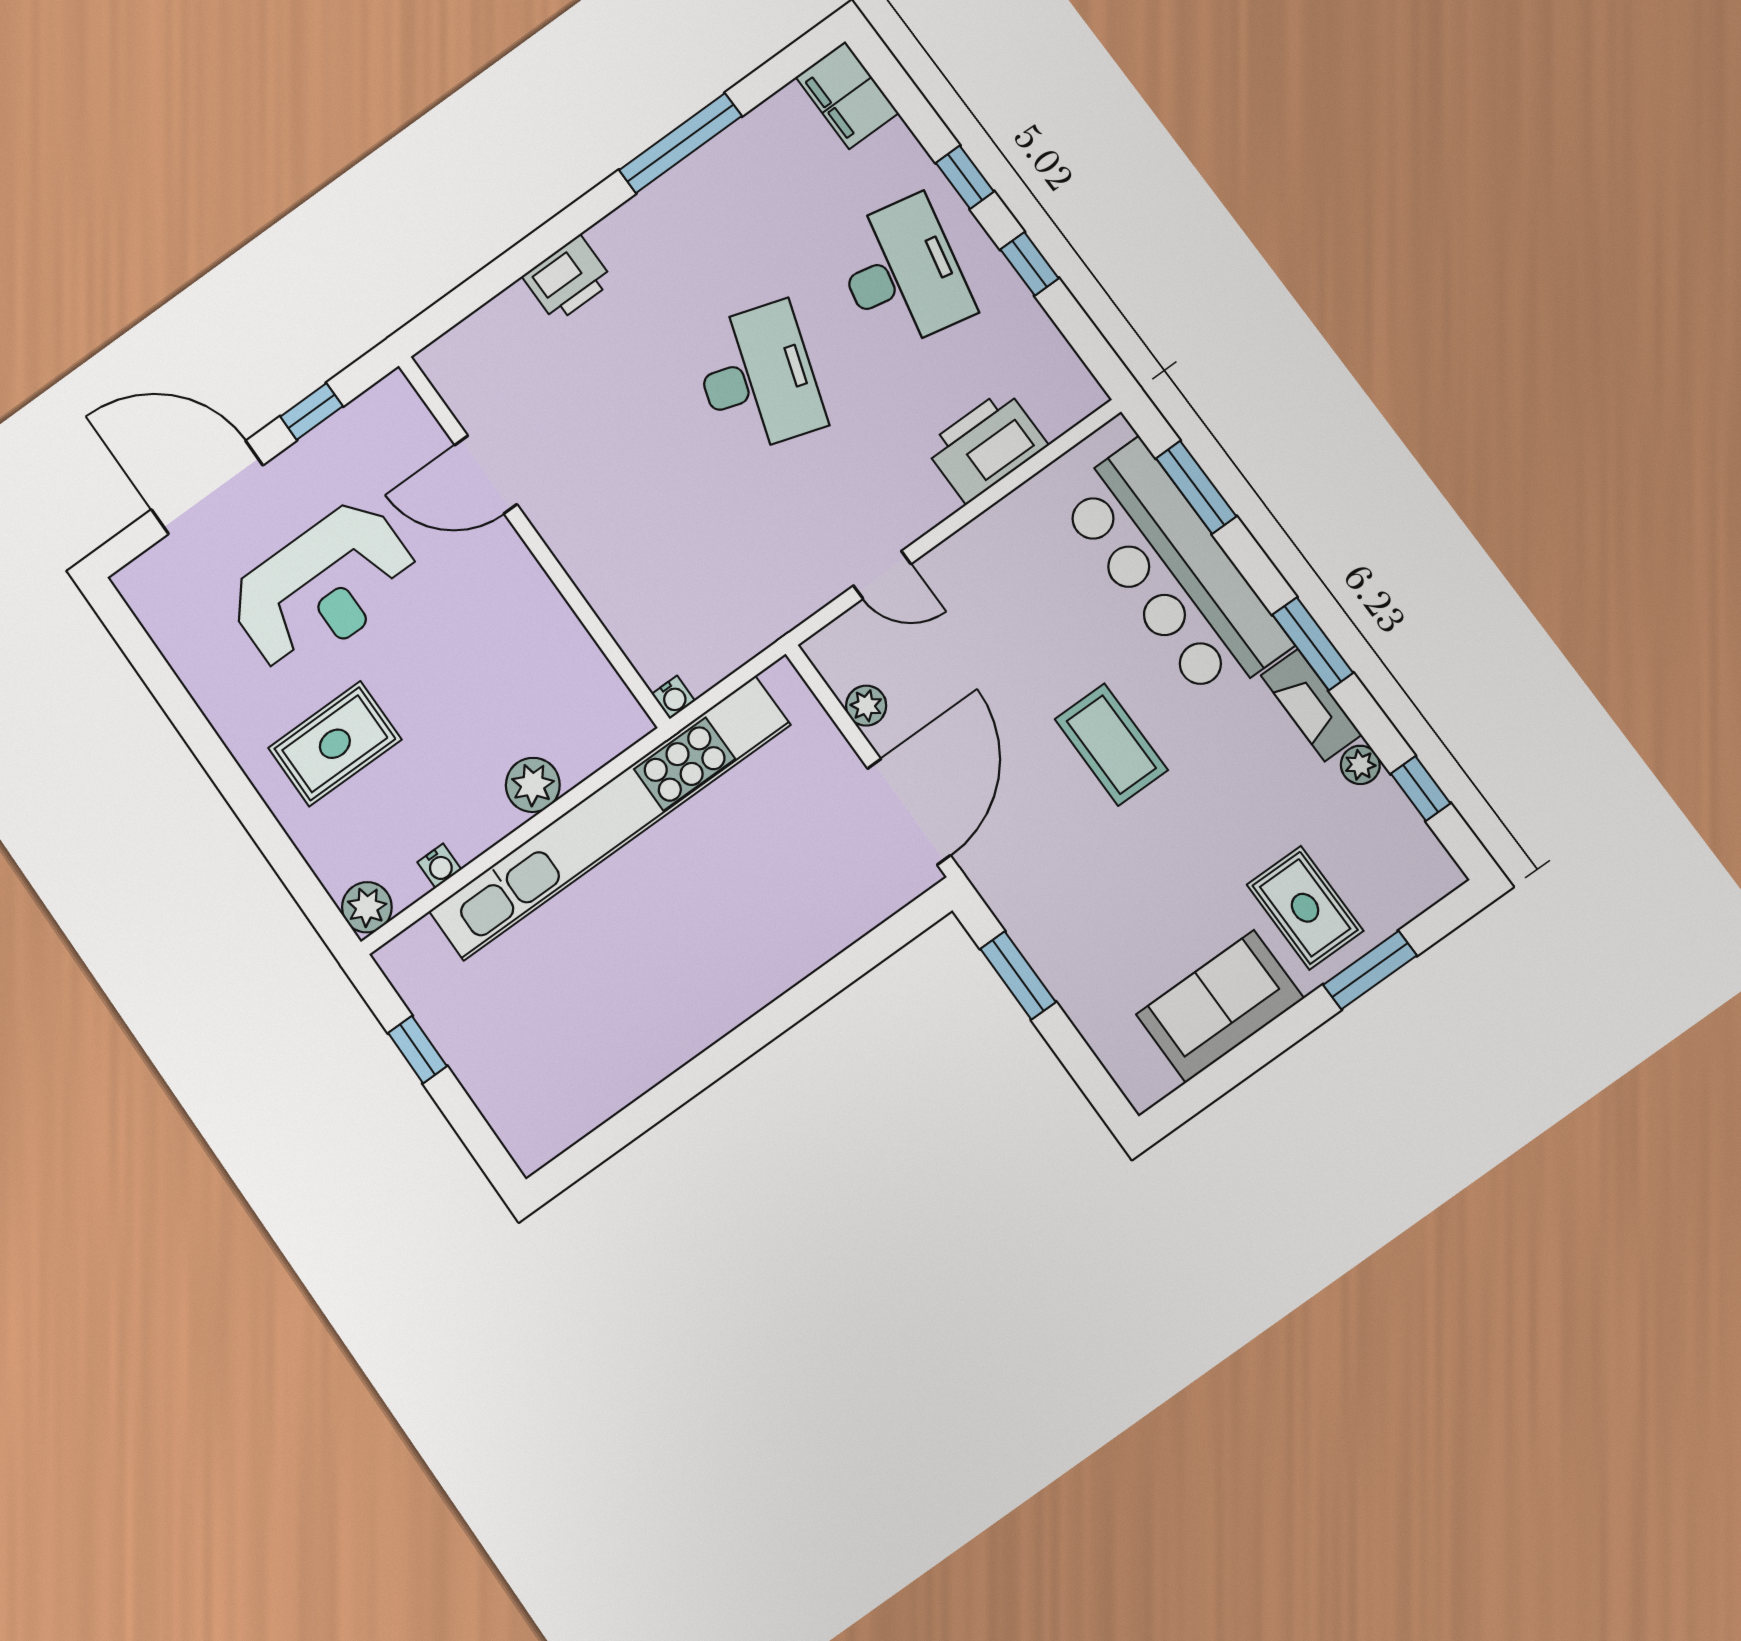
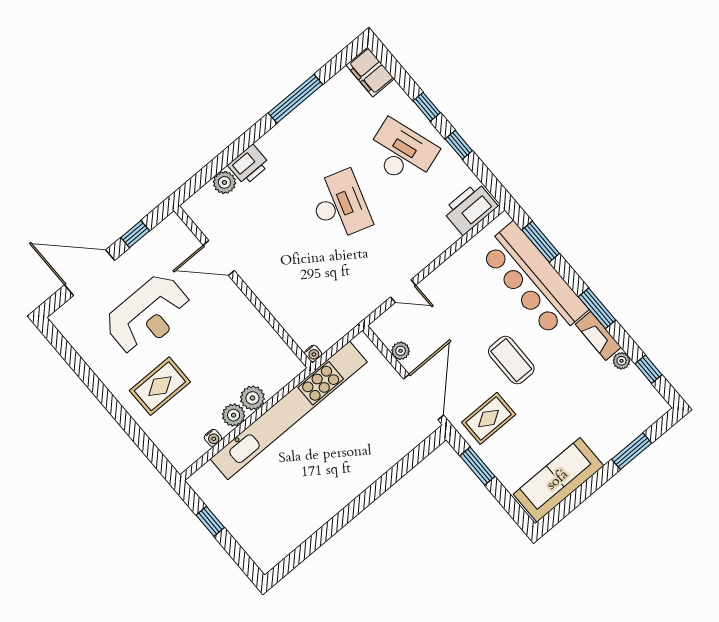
desk: (902, 273) -> (402, 153), turned -30
plant: (512, 313) -> (224, 182), added
printer: (986, 446) -> (470, 208), moved
plant: (367, 907) -> (234, 415), moved
rug: (1305, 908) -> (489, 418), moved, turned 90
sofa: (1220, 1006) -> (558, 480), width x1.36

